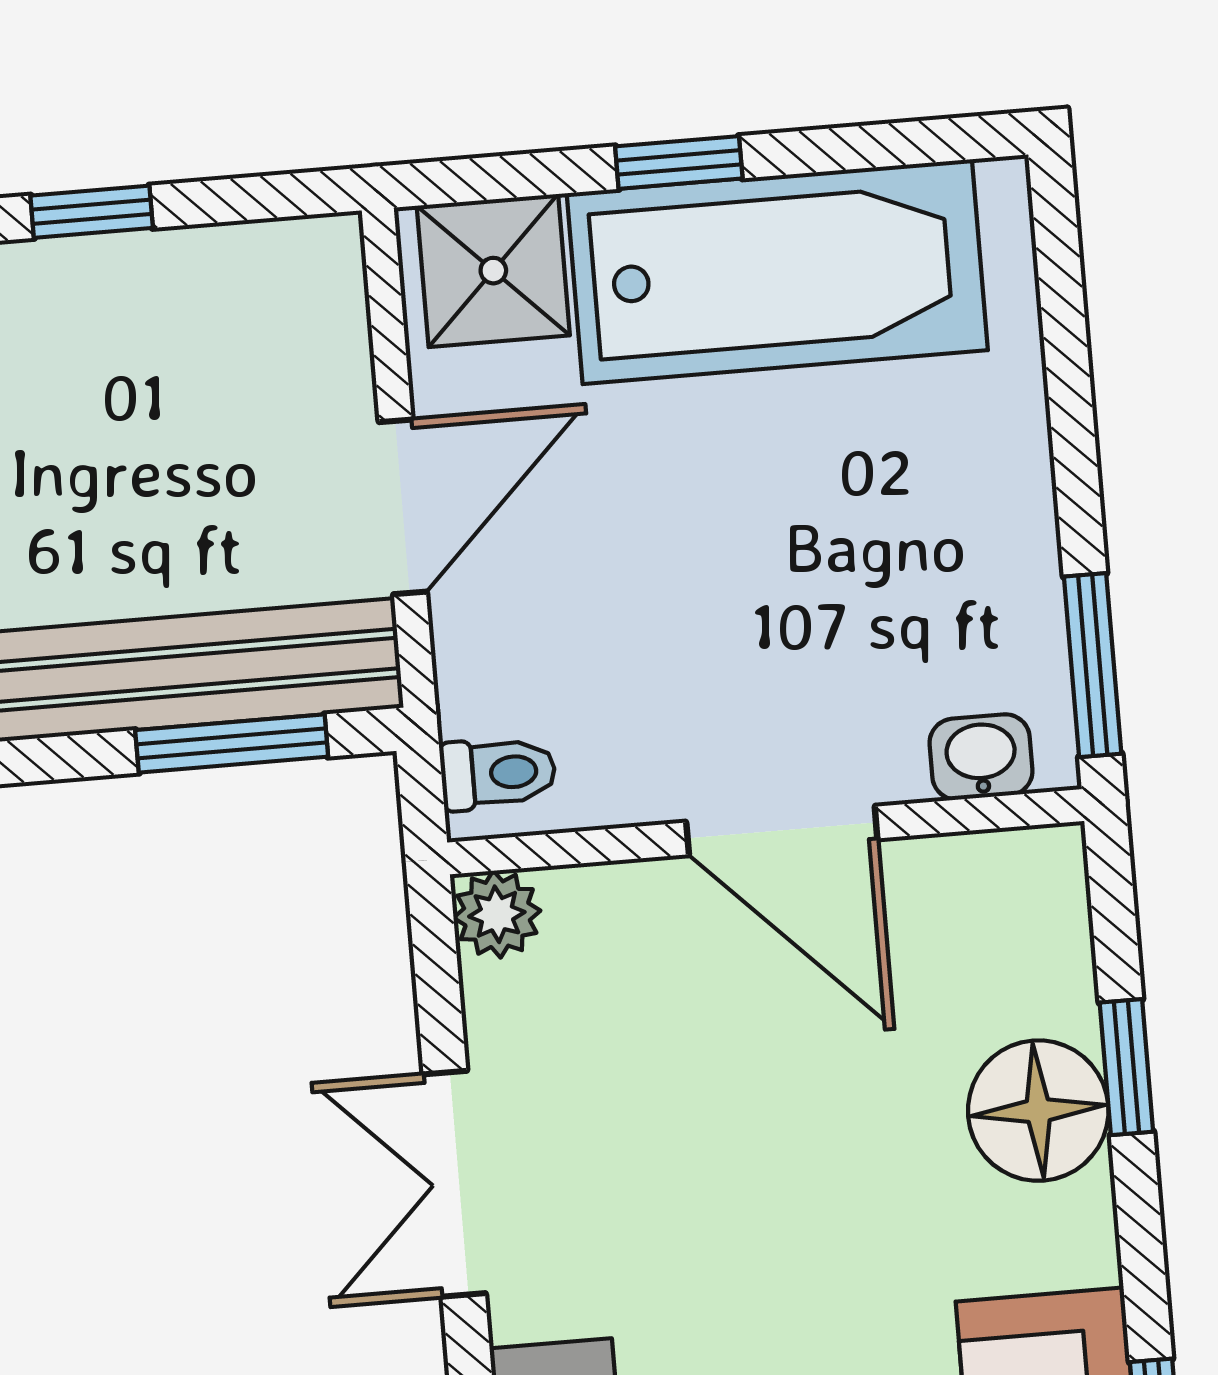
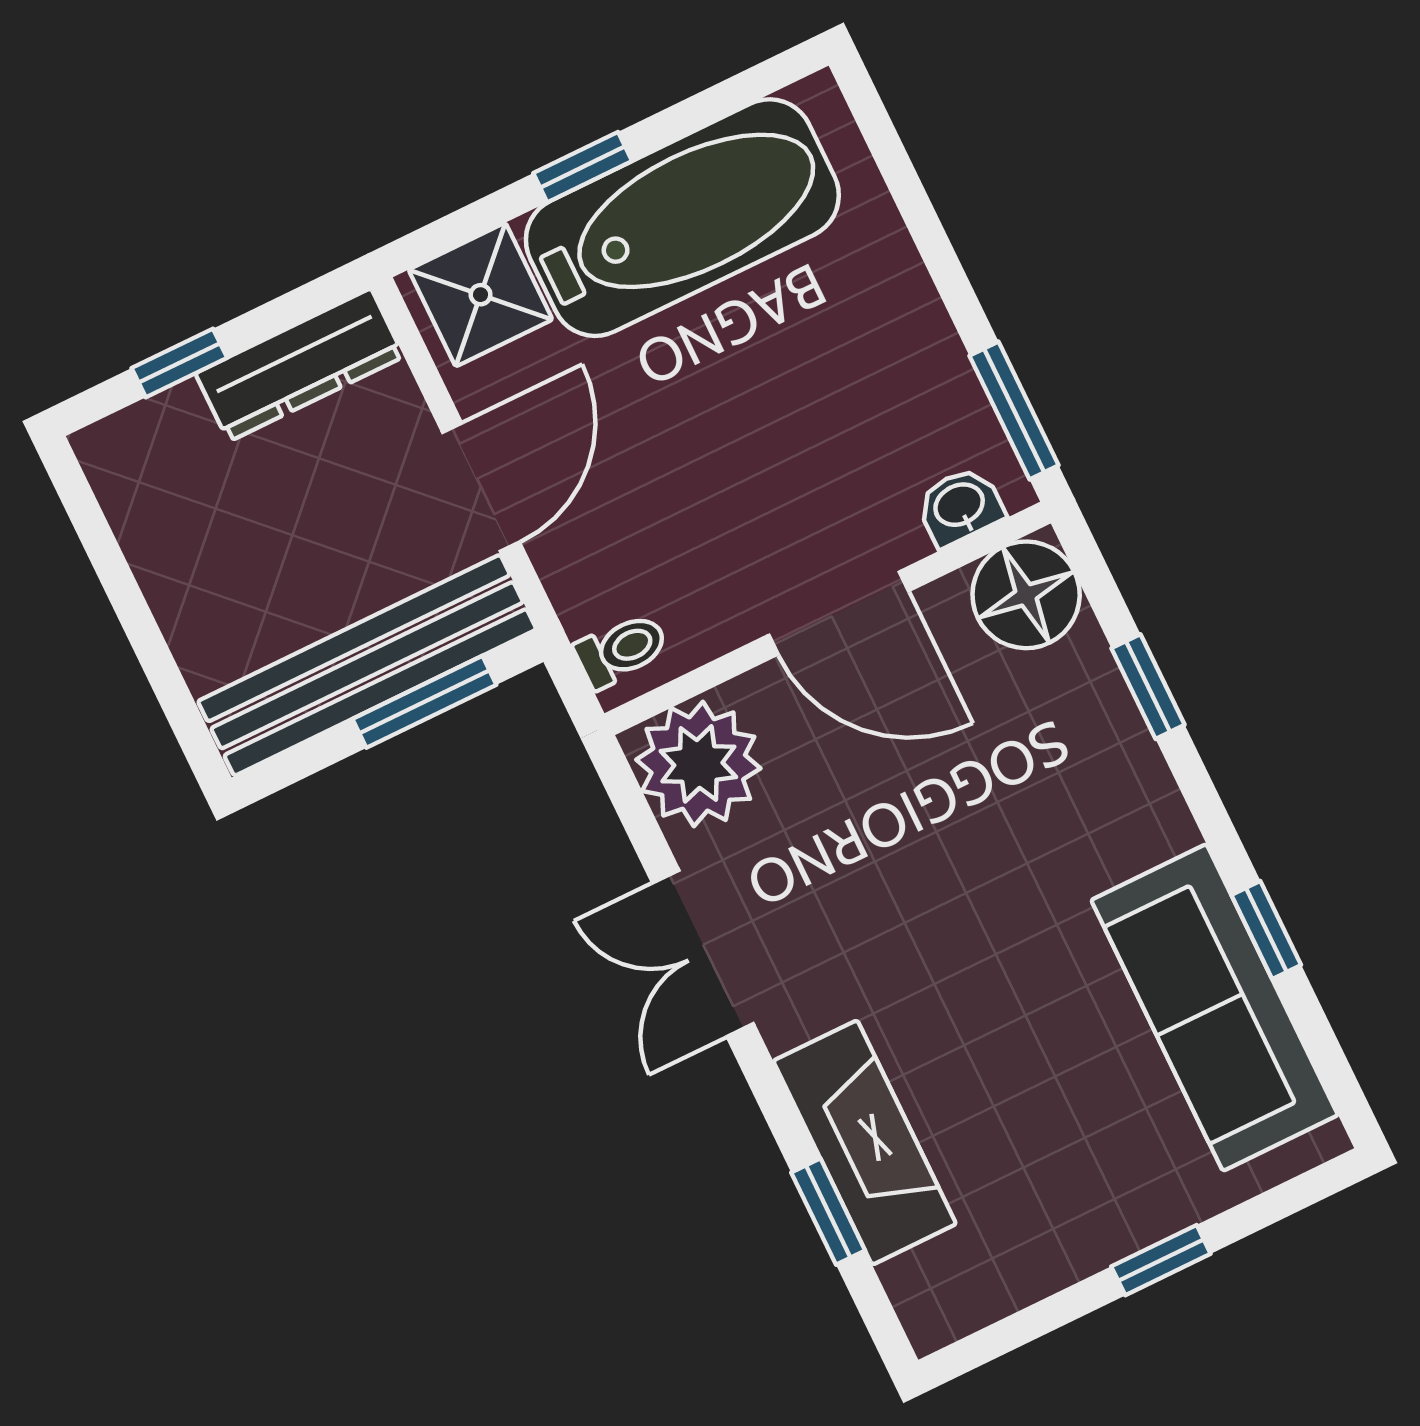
dresser: (238, 271) -> (300, 365), added
plant: (497, 914) -> (698, 764), width x1.87, depth x1.87
floor lamp: (1038, 1111) -> (1026, 595), moved

